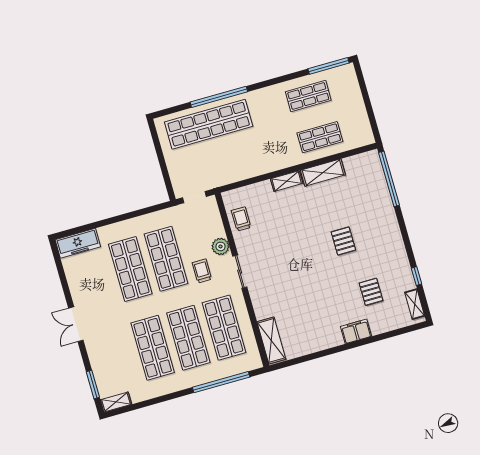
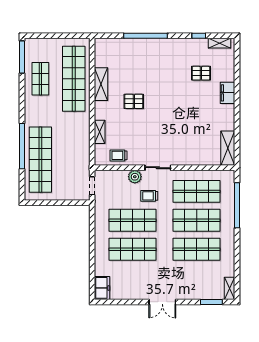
shop shelf: (320, 137) -> (74, 79), width x2.00, depth x1.36
window: (389, 179) -> (145, 36), moved
shelving: (287, 181) -> (100, 132), moved
pallet: (343, 241) -> (134, 101), moved
freezer: (78, 243) -> (102, 288), width x0.71
shelving: (271, 340) -> (228, 148), moved, turned 90

